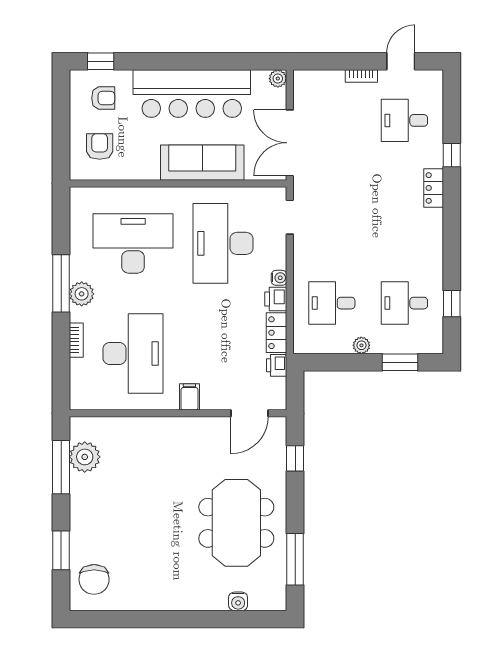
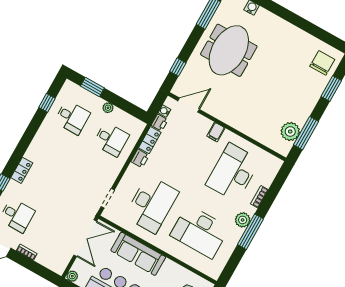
water cooler: (279, 278) -> (164, 111), moved

